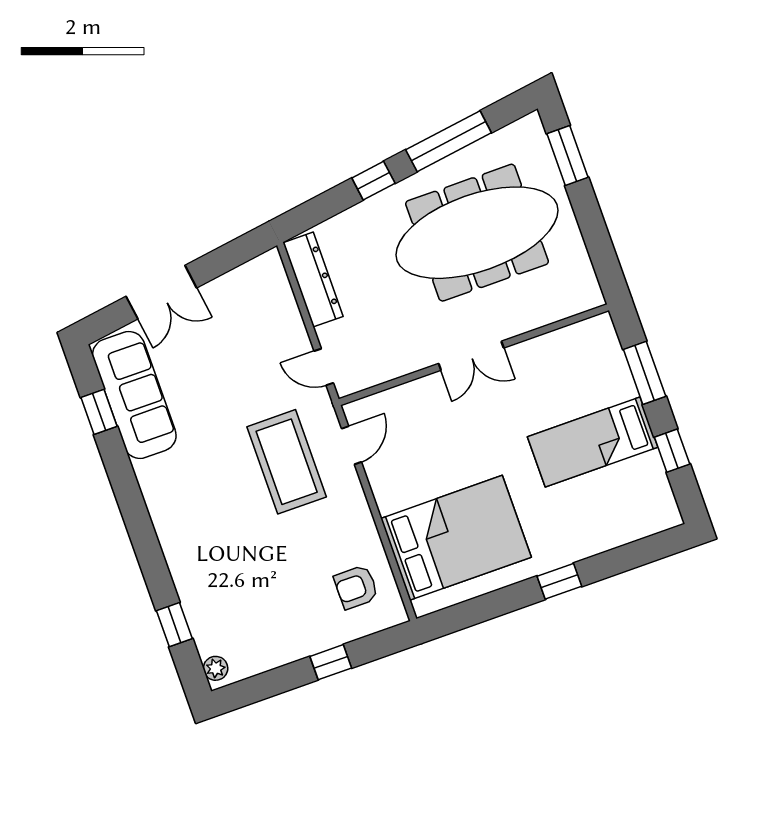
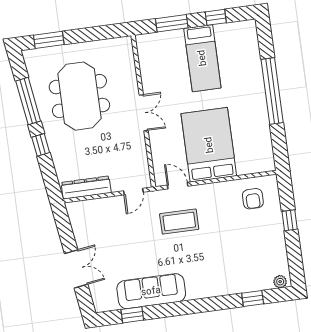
meeting table: (477, 233) -> (79, 96), width x0.73
sofa: (134, 395) -> (151, 291), moved
coffee table: (287, 462) -> (179, 222), width x0.73, depth x0.76
bed: (456, 538) -> (209, 145), moved
window: (559, 581) -> (272, 91), width x3.17

